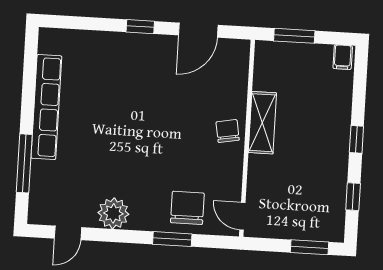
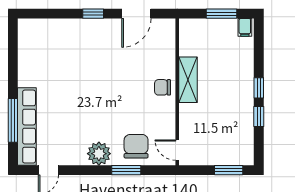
window: (294, 36) -> (222, 14), moved
row of seats: (46, 107) -> (27, 127), moved
chair: (228, 131) -> (163, 87), turned -80
window: (353, 197) -> (259, 116), moved
plant: (113, 213) -> (99, 154), moved

